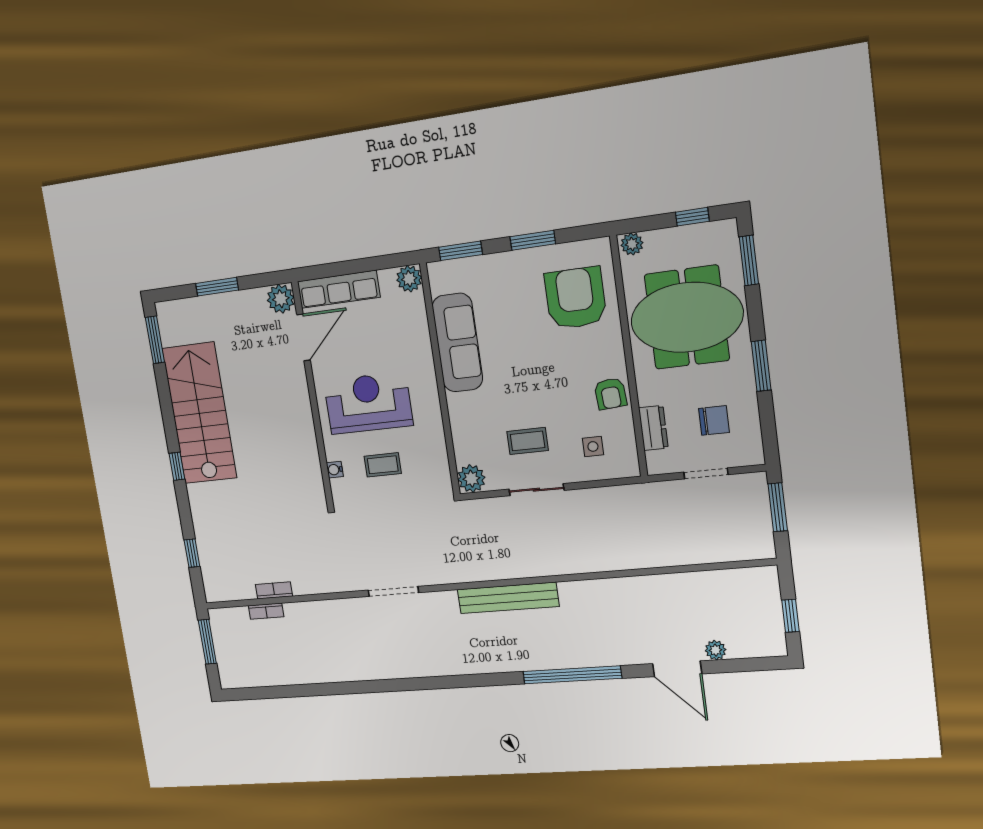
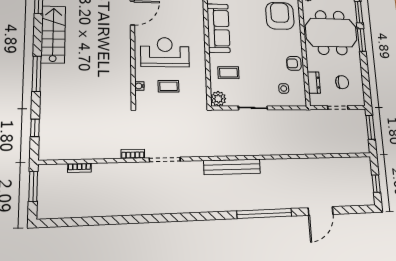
window: (761, 366) -> (362, 40), moved
armchair: (610, 394) -> (294, 63), turned 94
stairs: (199, 413) -> (53, 34), width x0.73, depth x0.66
coffee table: (527, 441) -> (228, 73), moved
window: (177, 466) -> (37, 74), width x2.17
bookcase: (274, 590) -> (133, 154), moved
plant: (715, 650) -> (340, 201), removed
door: (677, 669) -> (321, 211), hinge flipped

